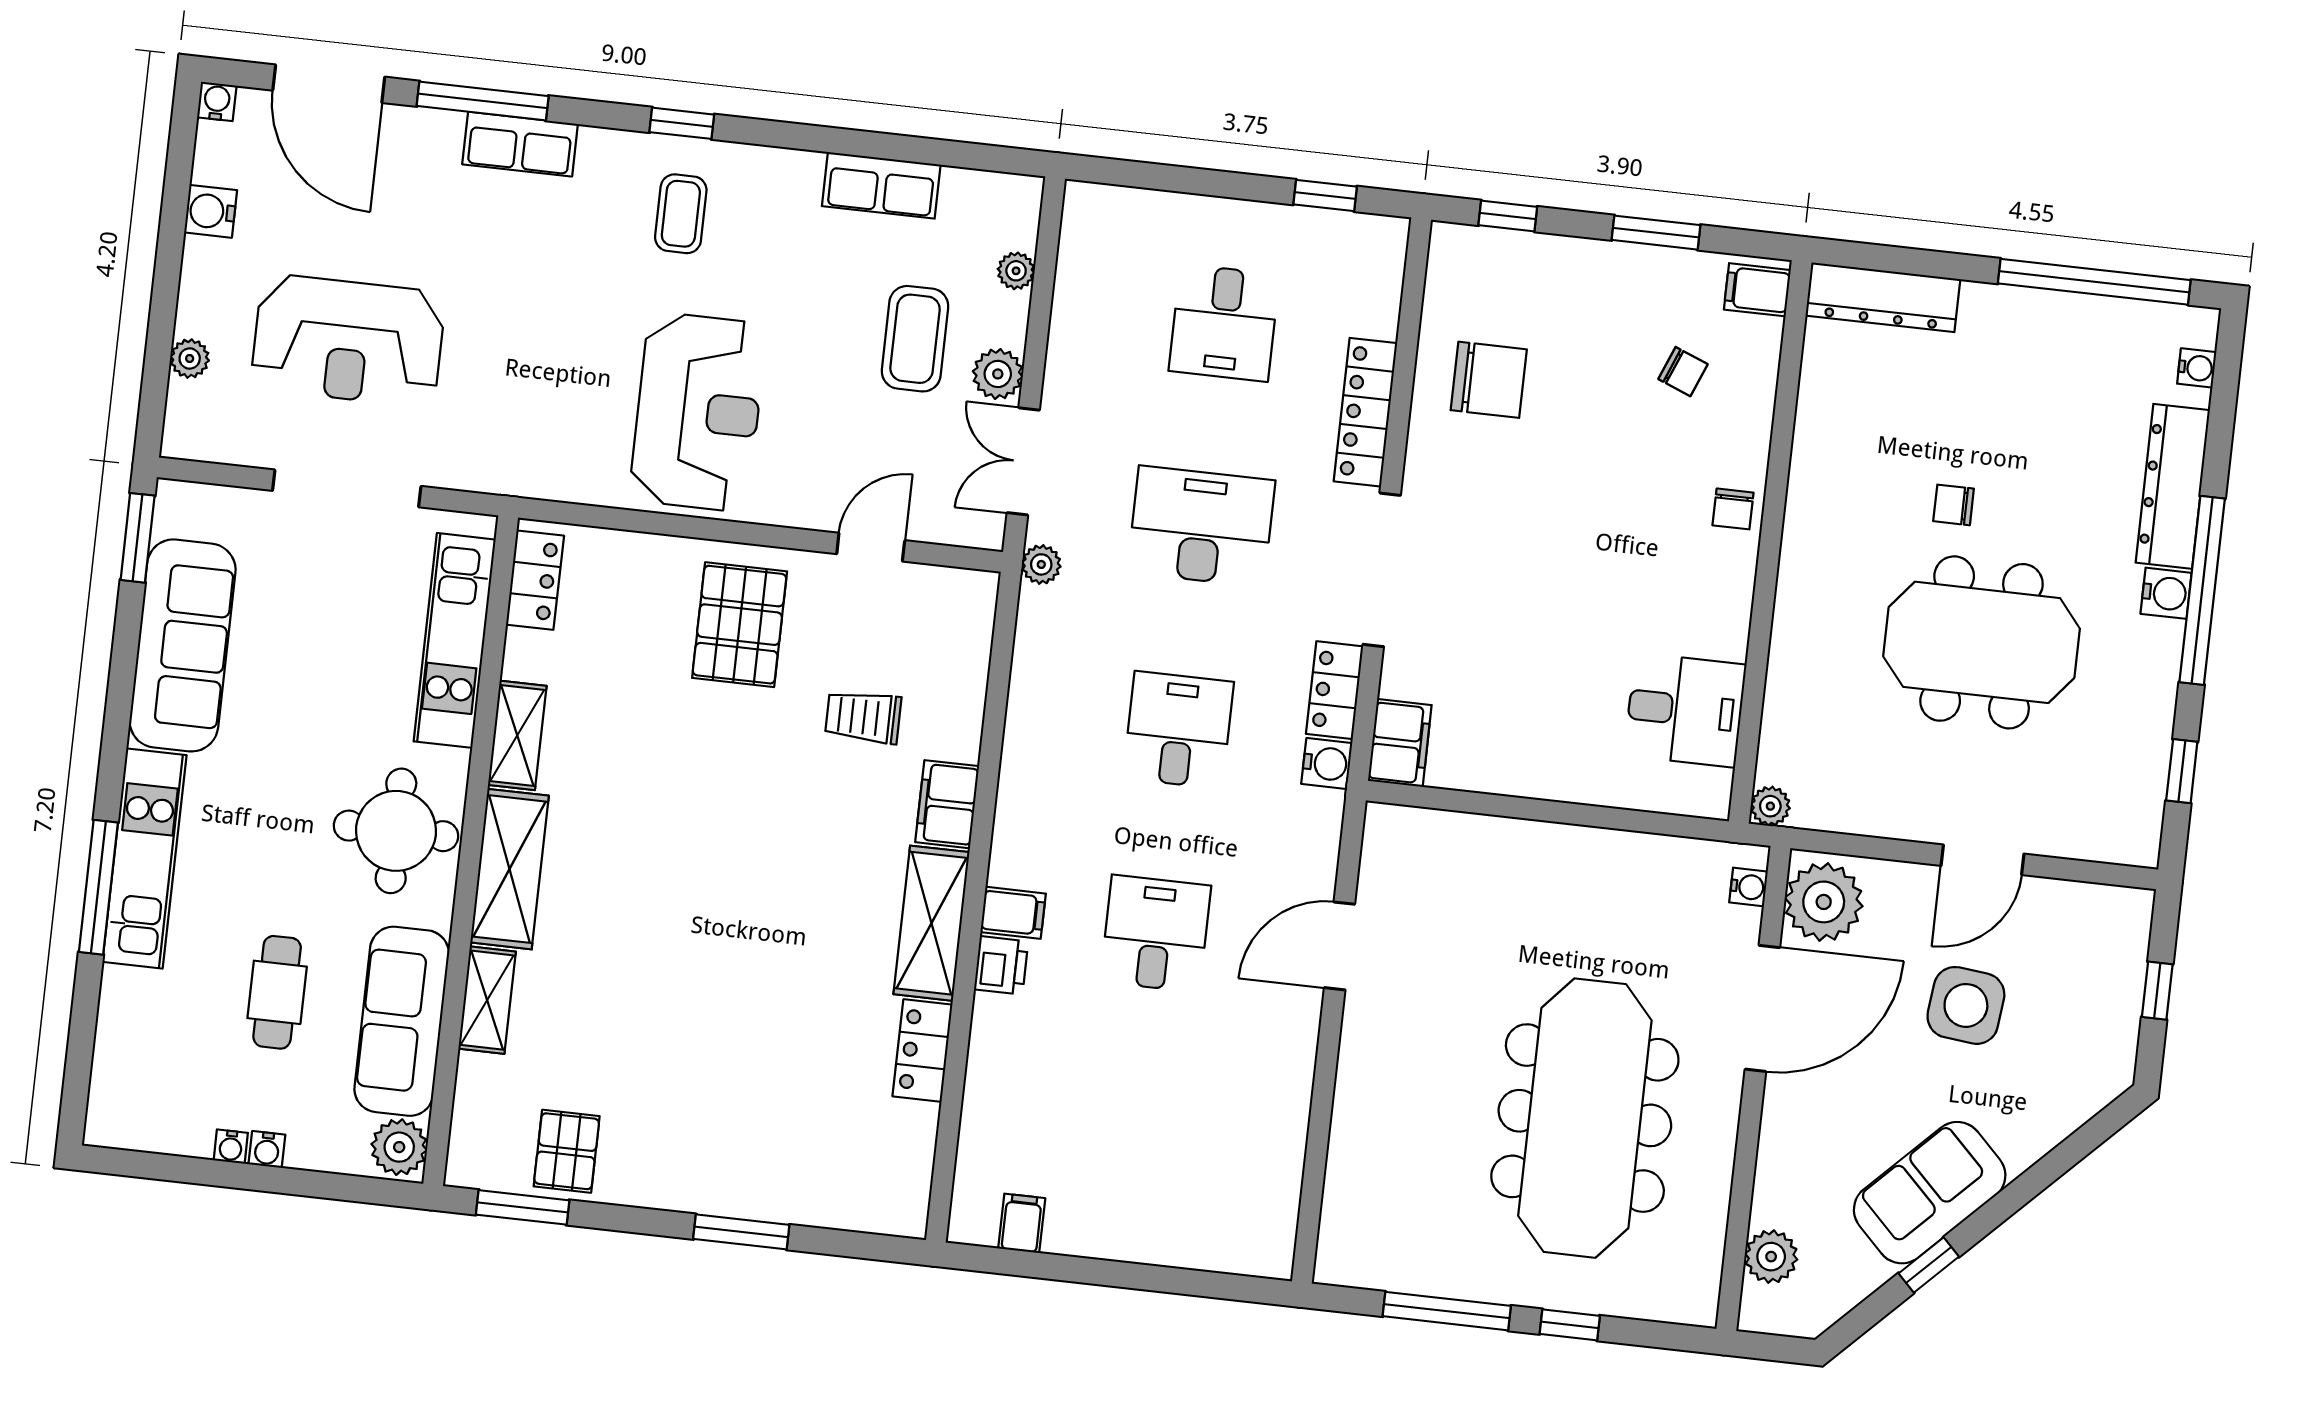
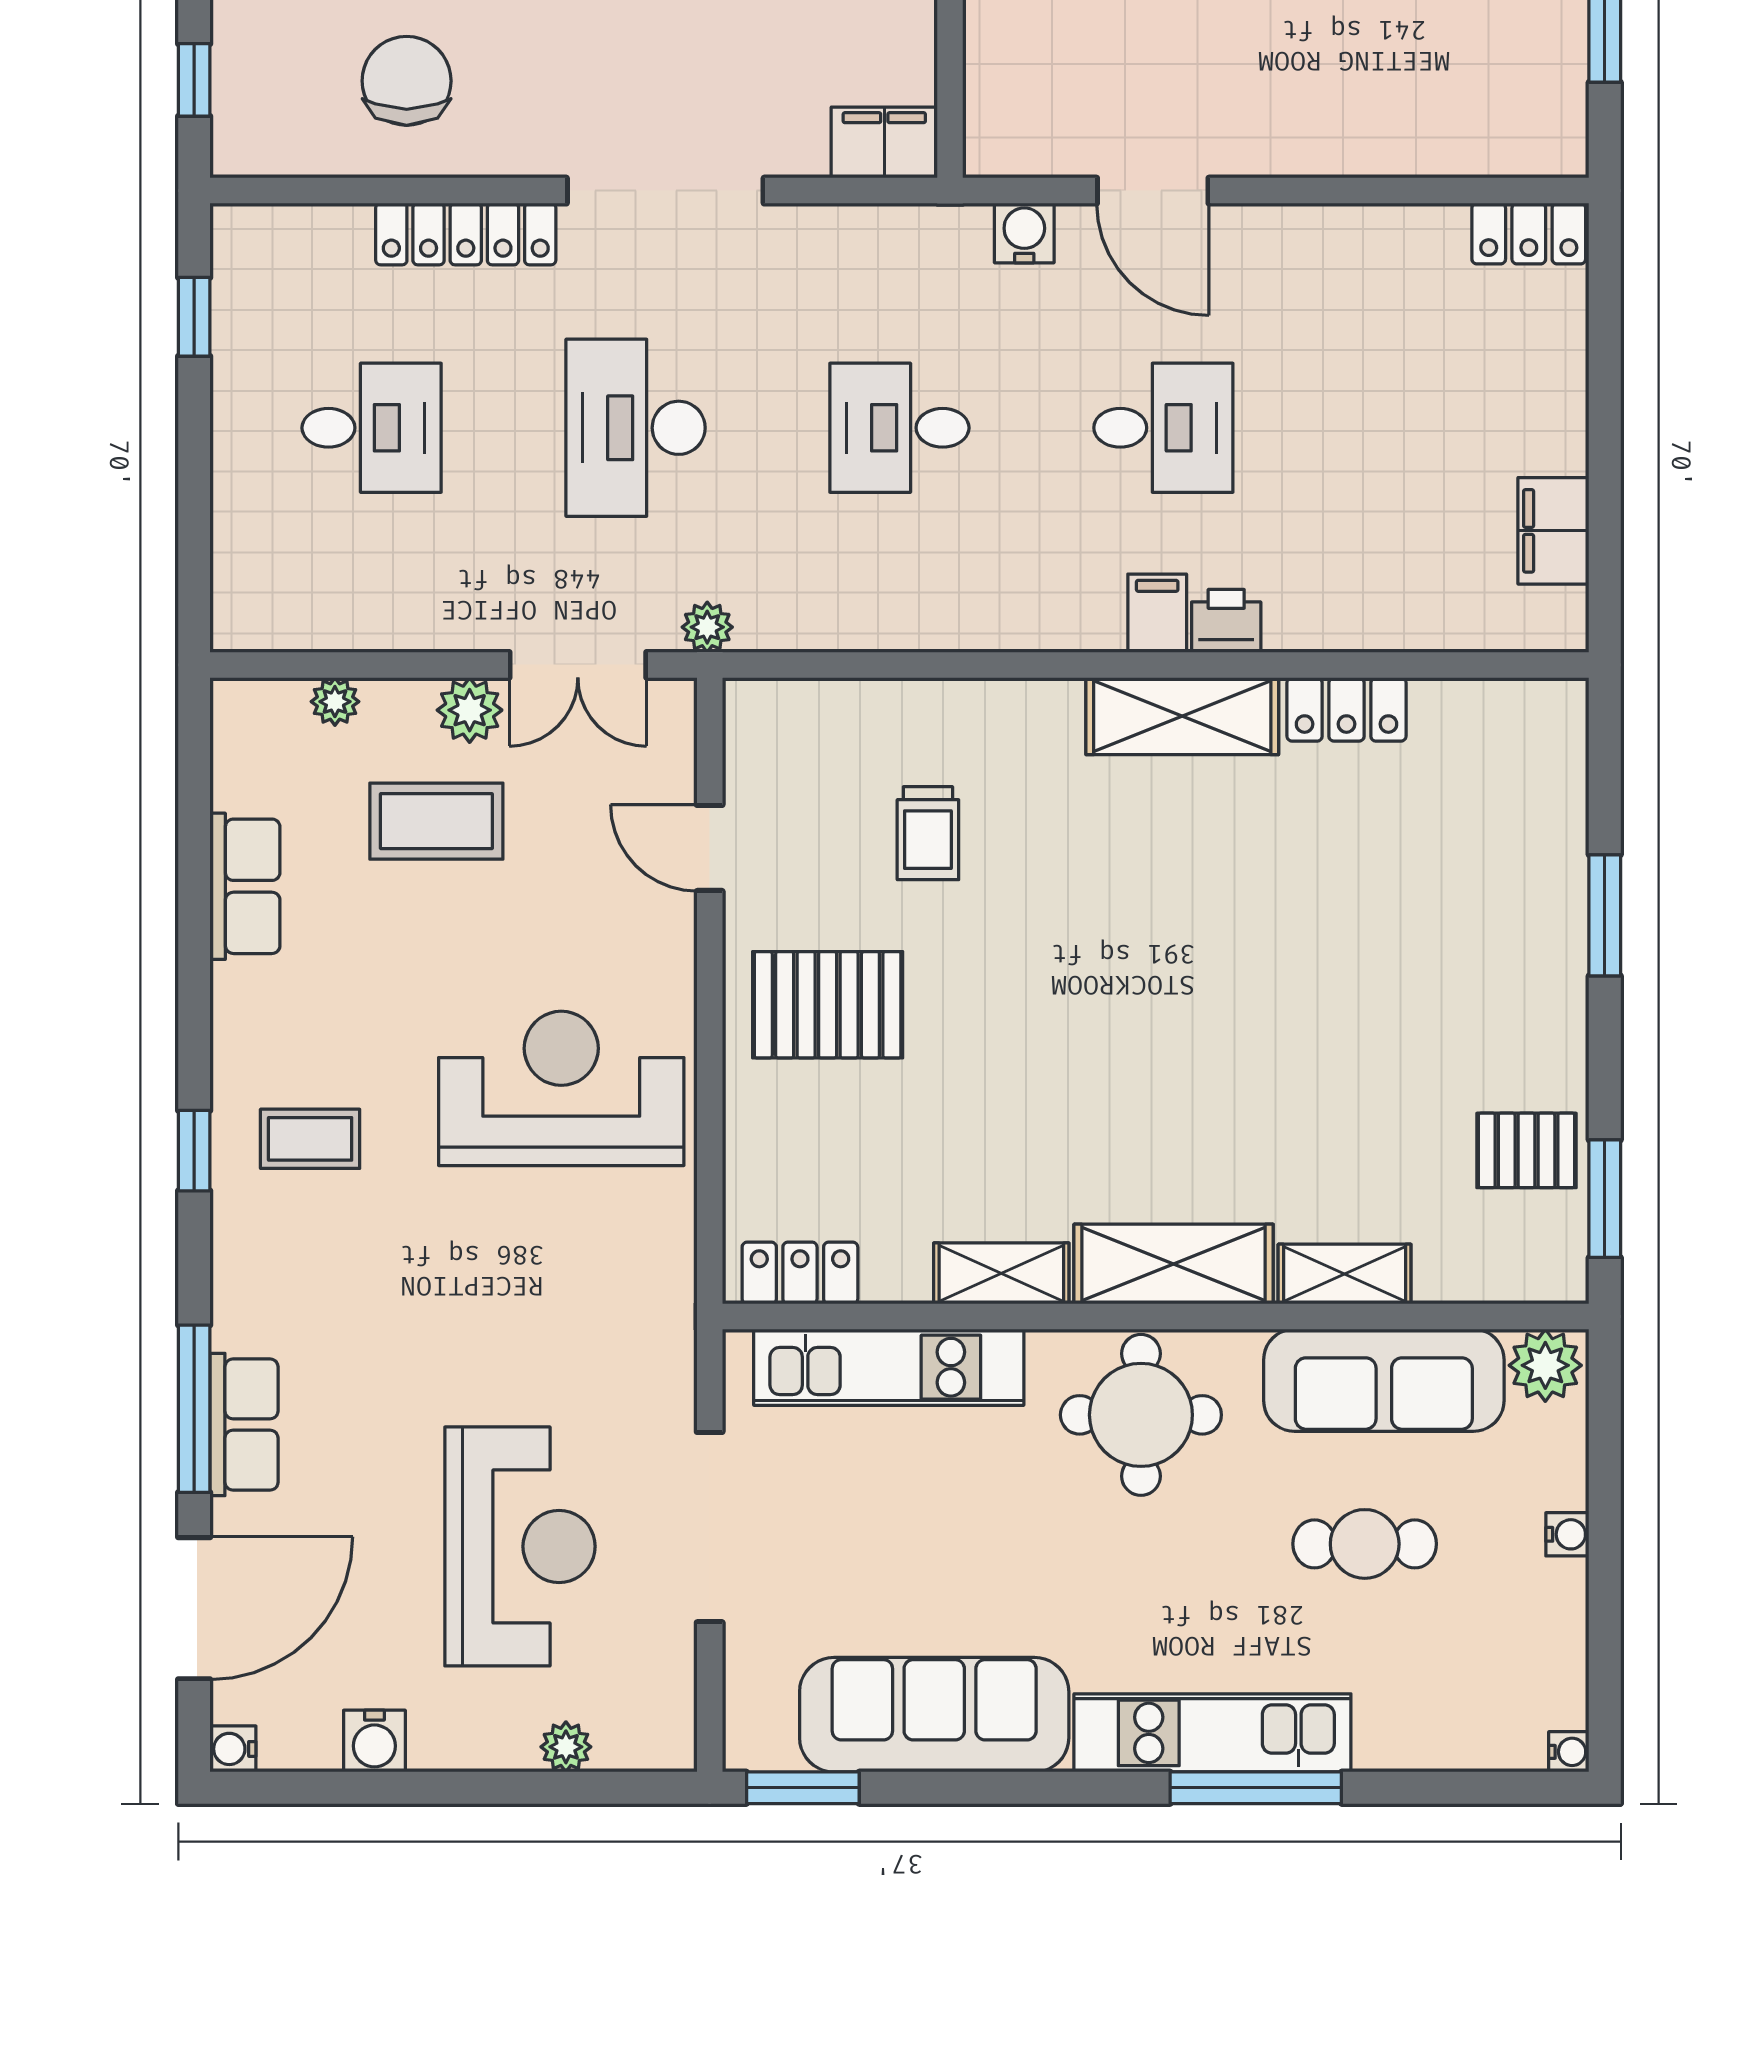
row of seats: (520, 144) -> (244, 1425), moved
locker: (1335, 690) -> (1529, 234), moved
water cooler: (1327, 764) -> (1024, 233), moved
filing cabinet: (947, 804) -> (1028, 713), removed
desk: (1156, 934) -> (1163, 428), turned 180
water cooler: (231, 1147) -> (1569, 1752), moved
filing cabinet: (1022, 1223) -> (1553, 531), width x2.00

